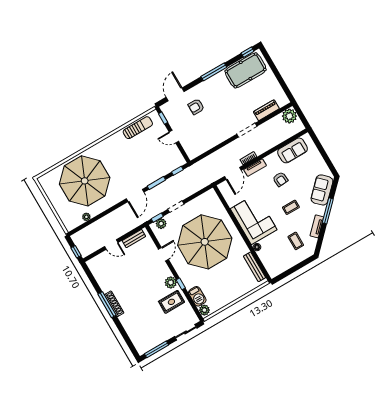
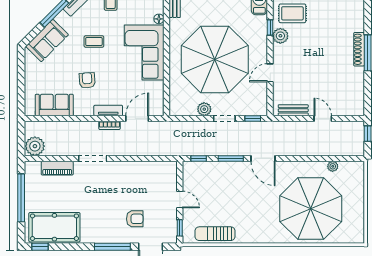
window: (214, 72) -> (112, 247), moved
window: (279, 77) -> (21, 198), added
door: (135, 195) -> (263, 158), swing flipped
plant: (161, 224) -> (204, 109), moved

